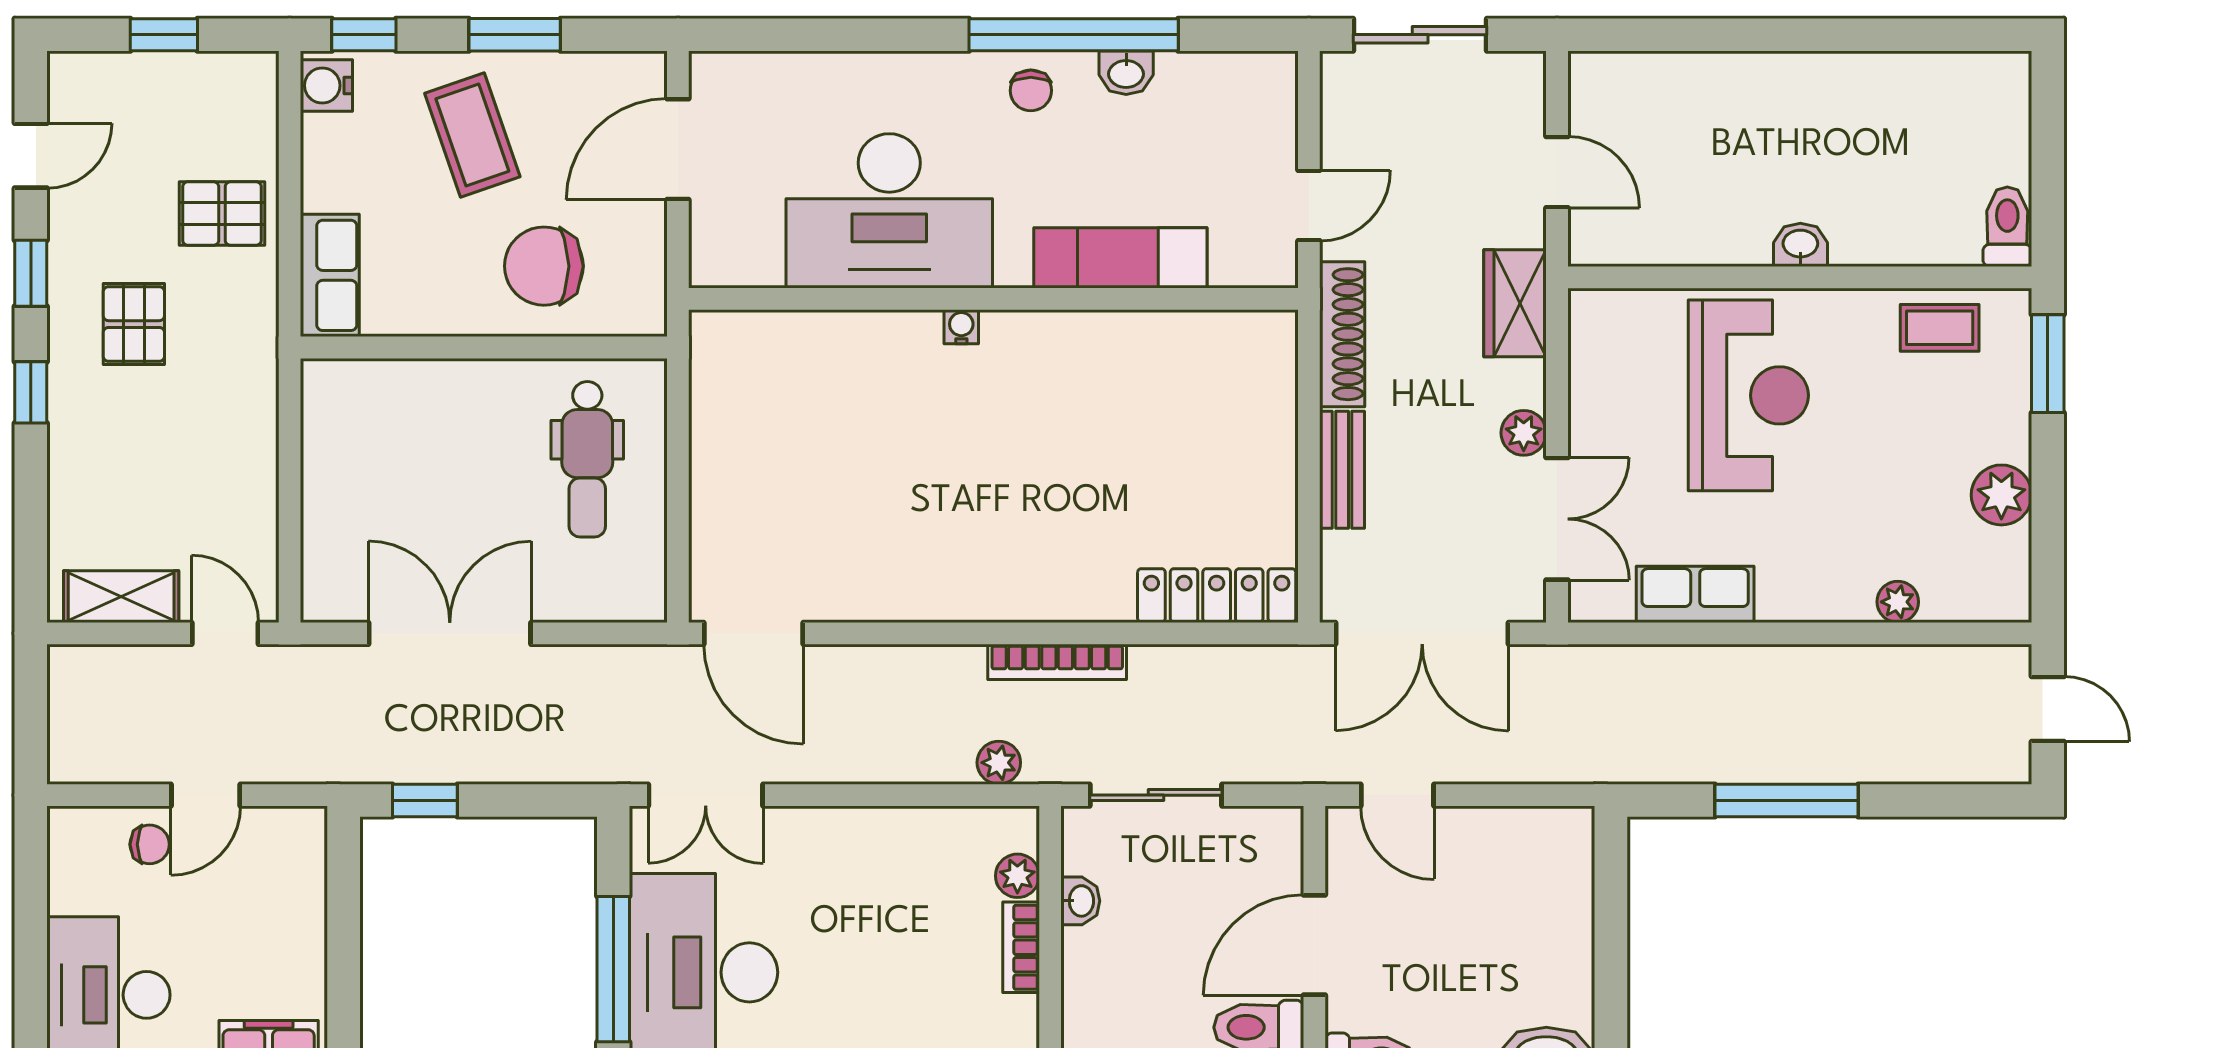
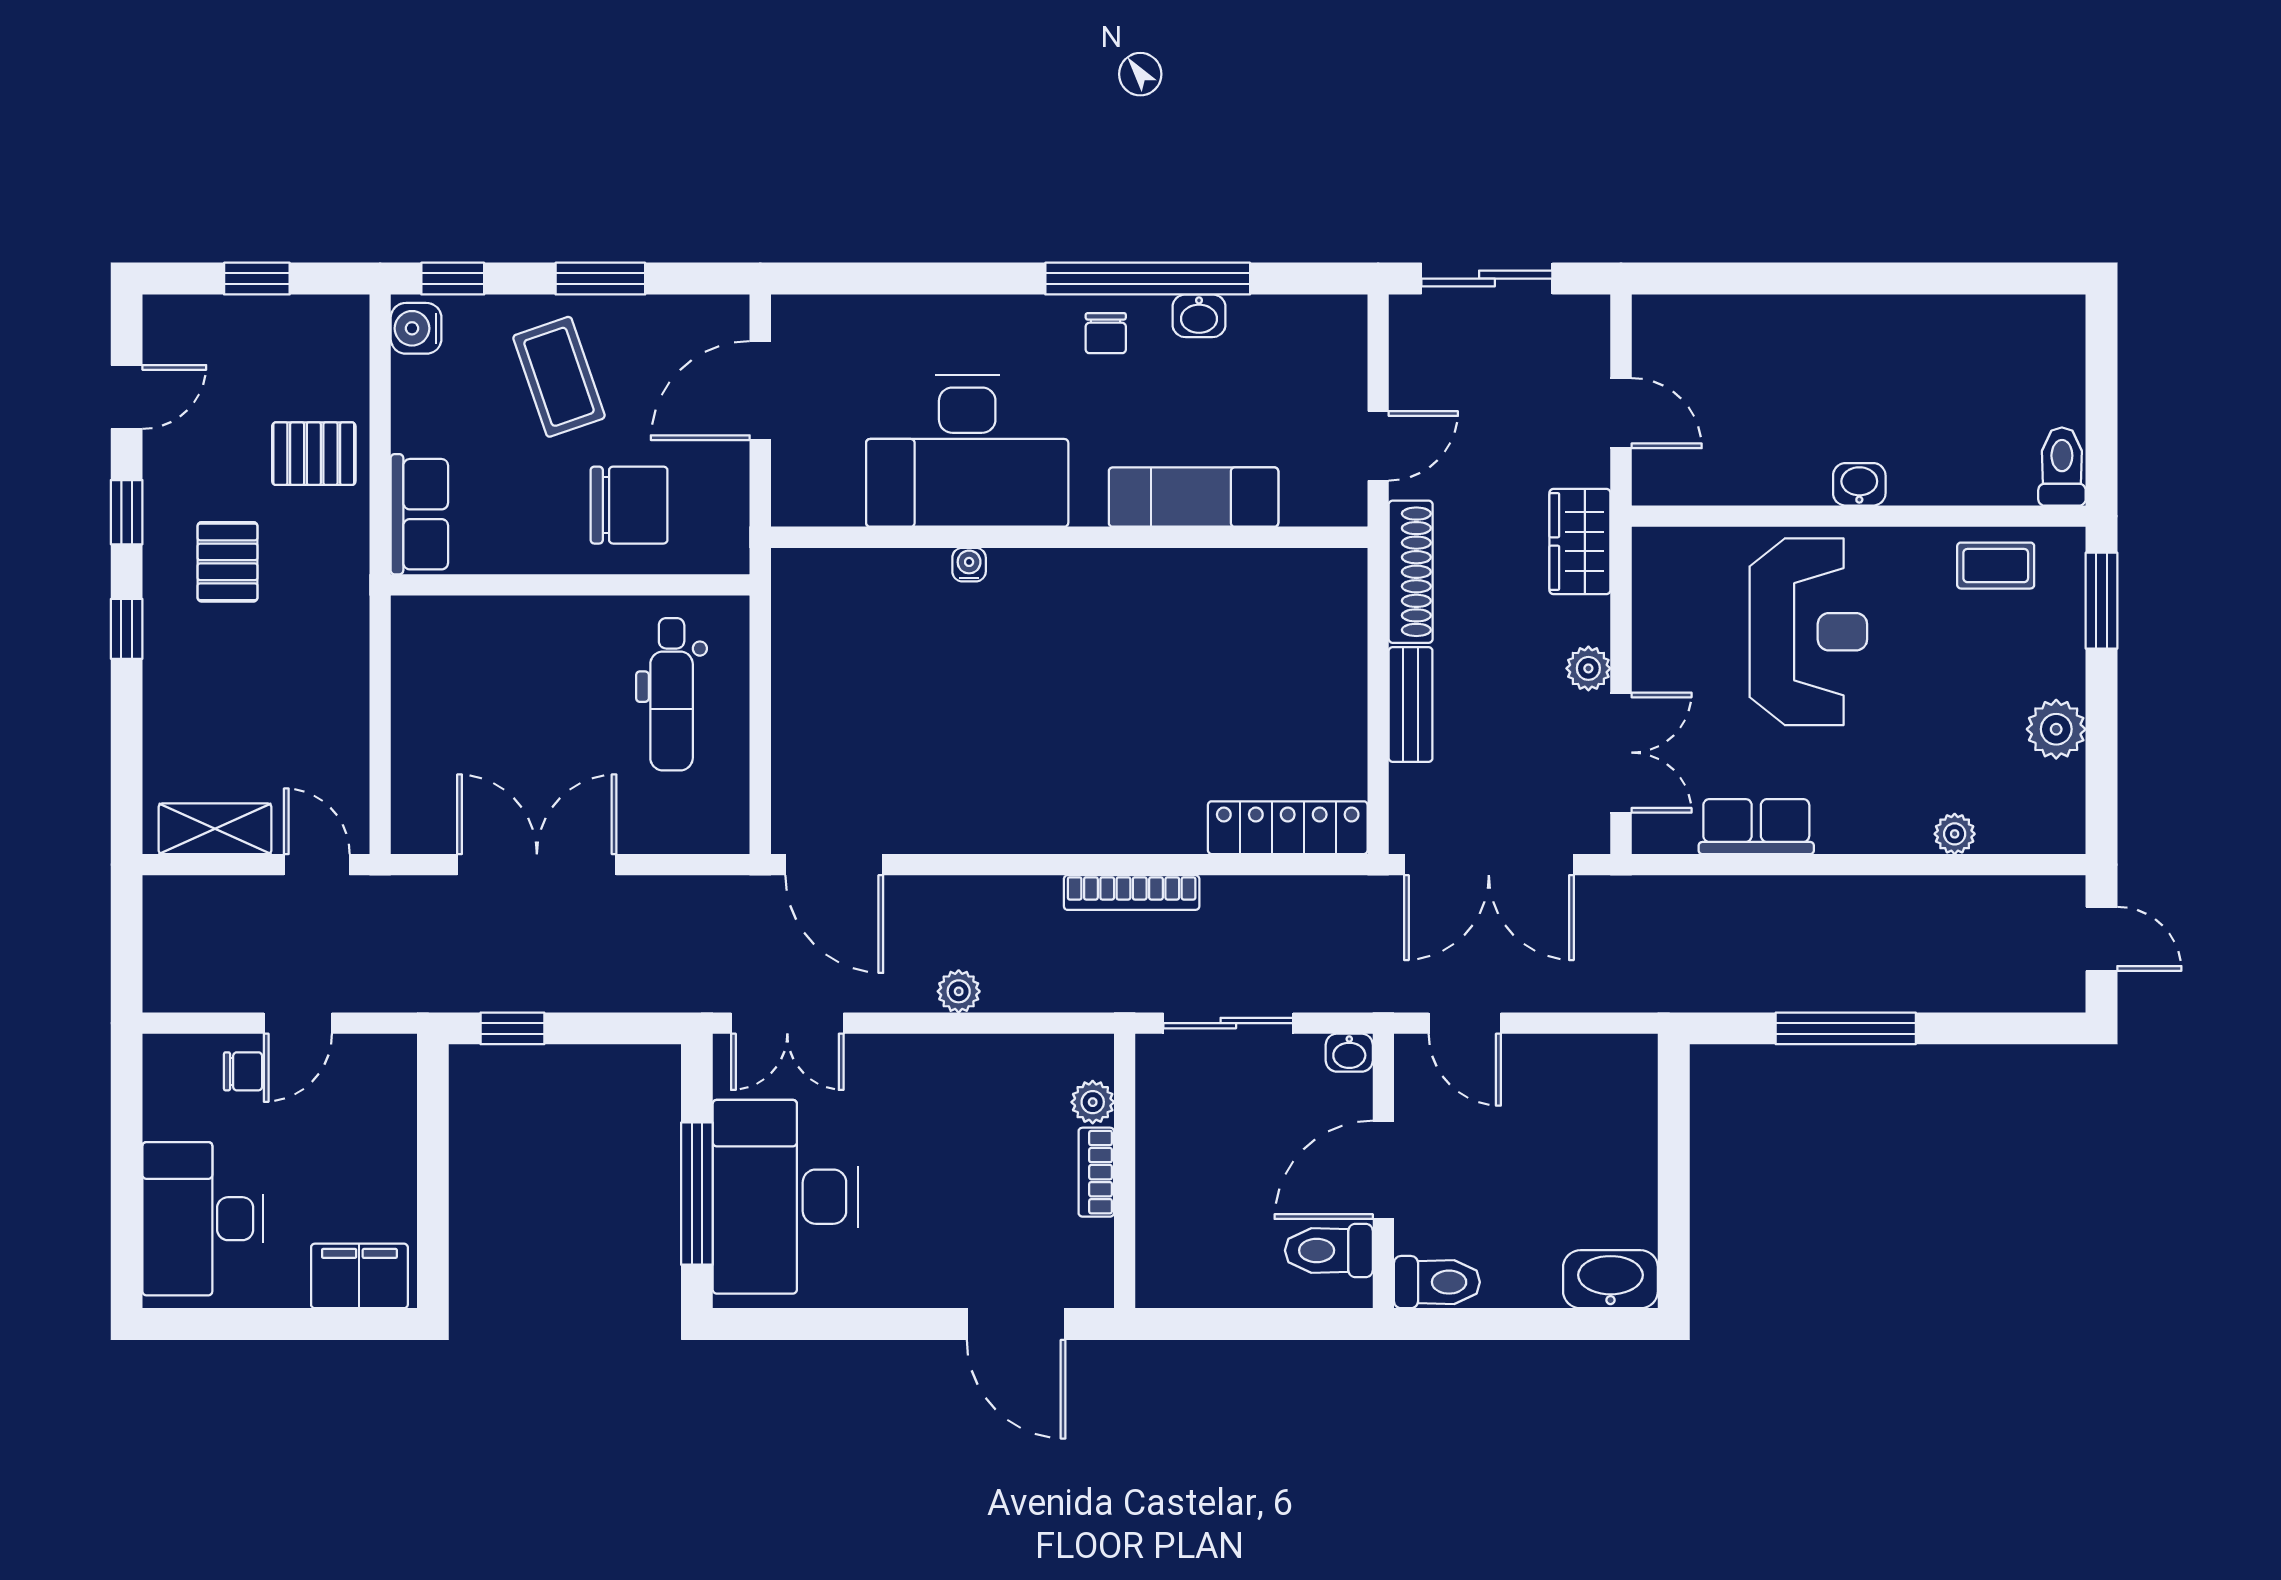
chair: (544, 266) -> (629, 505), turned 180
water cooler: (961, 327) -> (969, 565), moved
plant: (999, 763) -> (959, 991), moved
washbasin: (1080, 901) -> (1349, 1053), moved, turned 90

